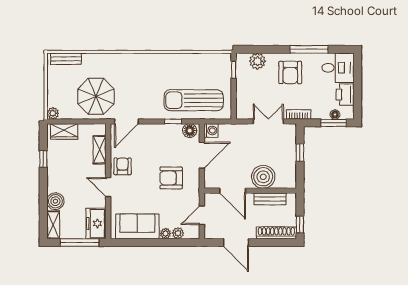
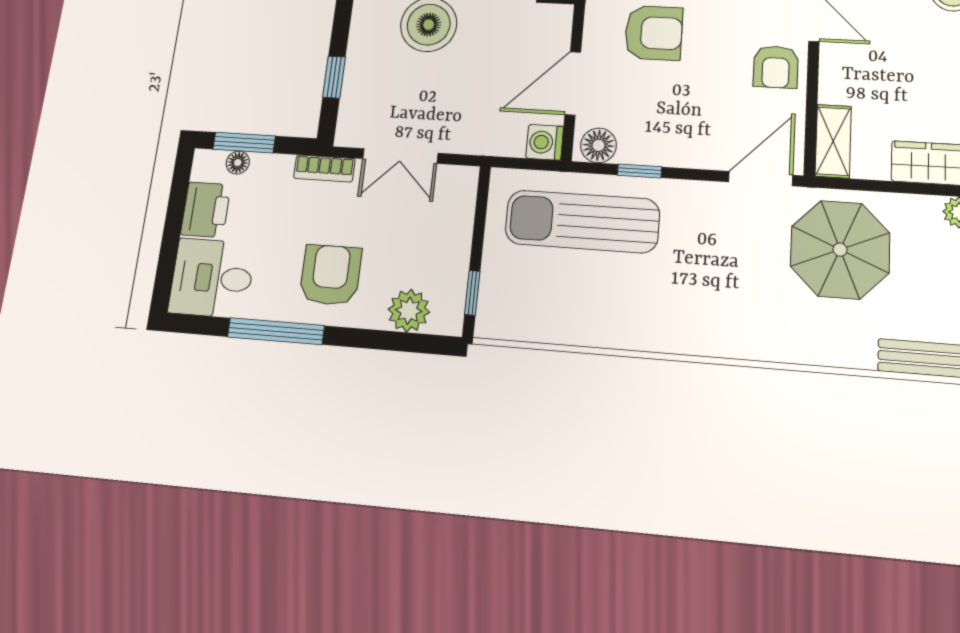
sun lounger: (194, 100) -> (582, 221), turned 180
shelving: (100, 150) -> (833, 141), moved

